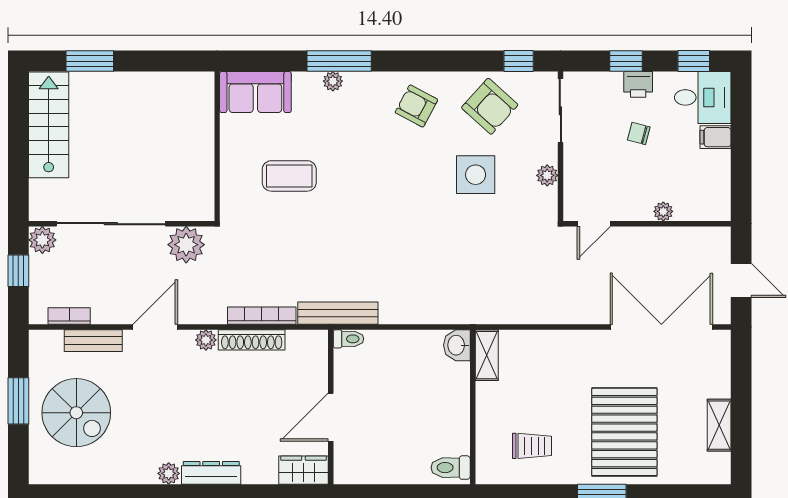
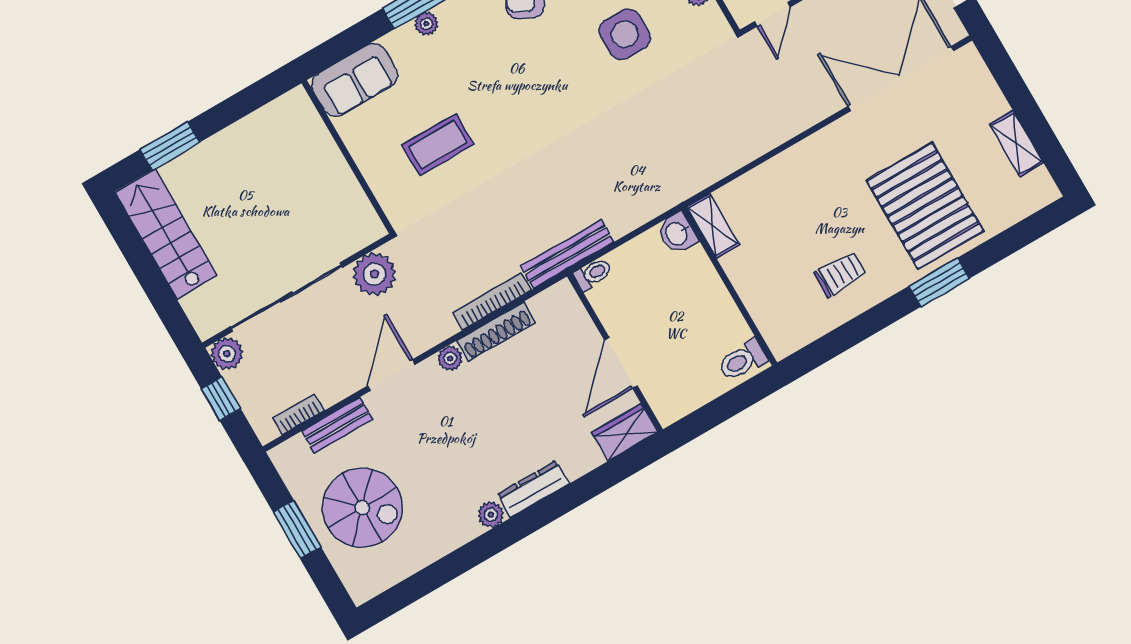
washbasin: (457, 345) -> (677, 233), moved
shelving: (487, 355) -> (713, 226), moved
wall: (473, 407) -> (729, 286), moved
toilet: (451, 468) -> (742, 360), moved

